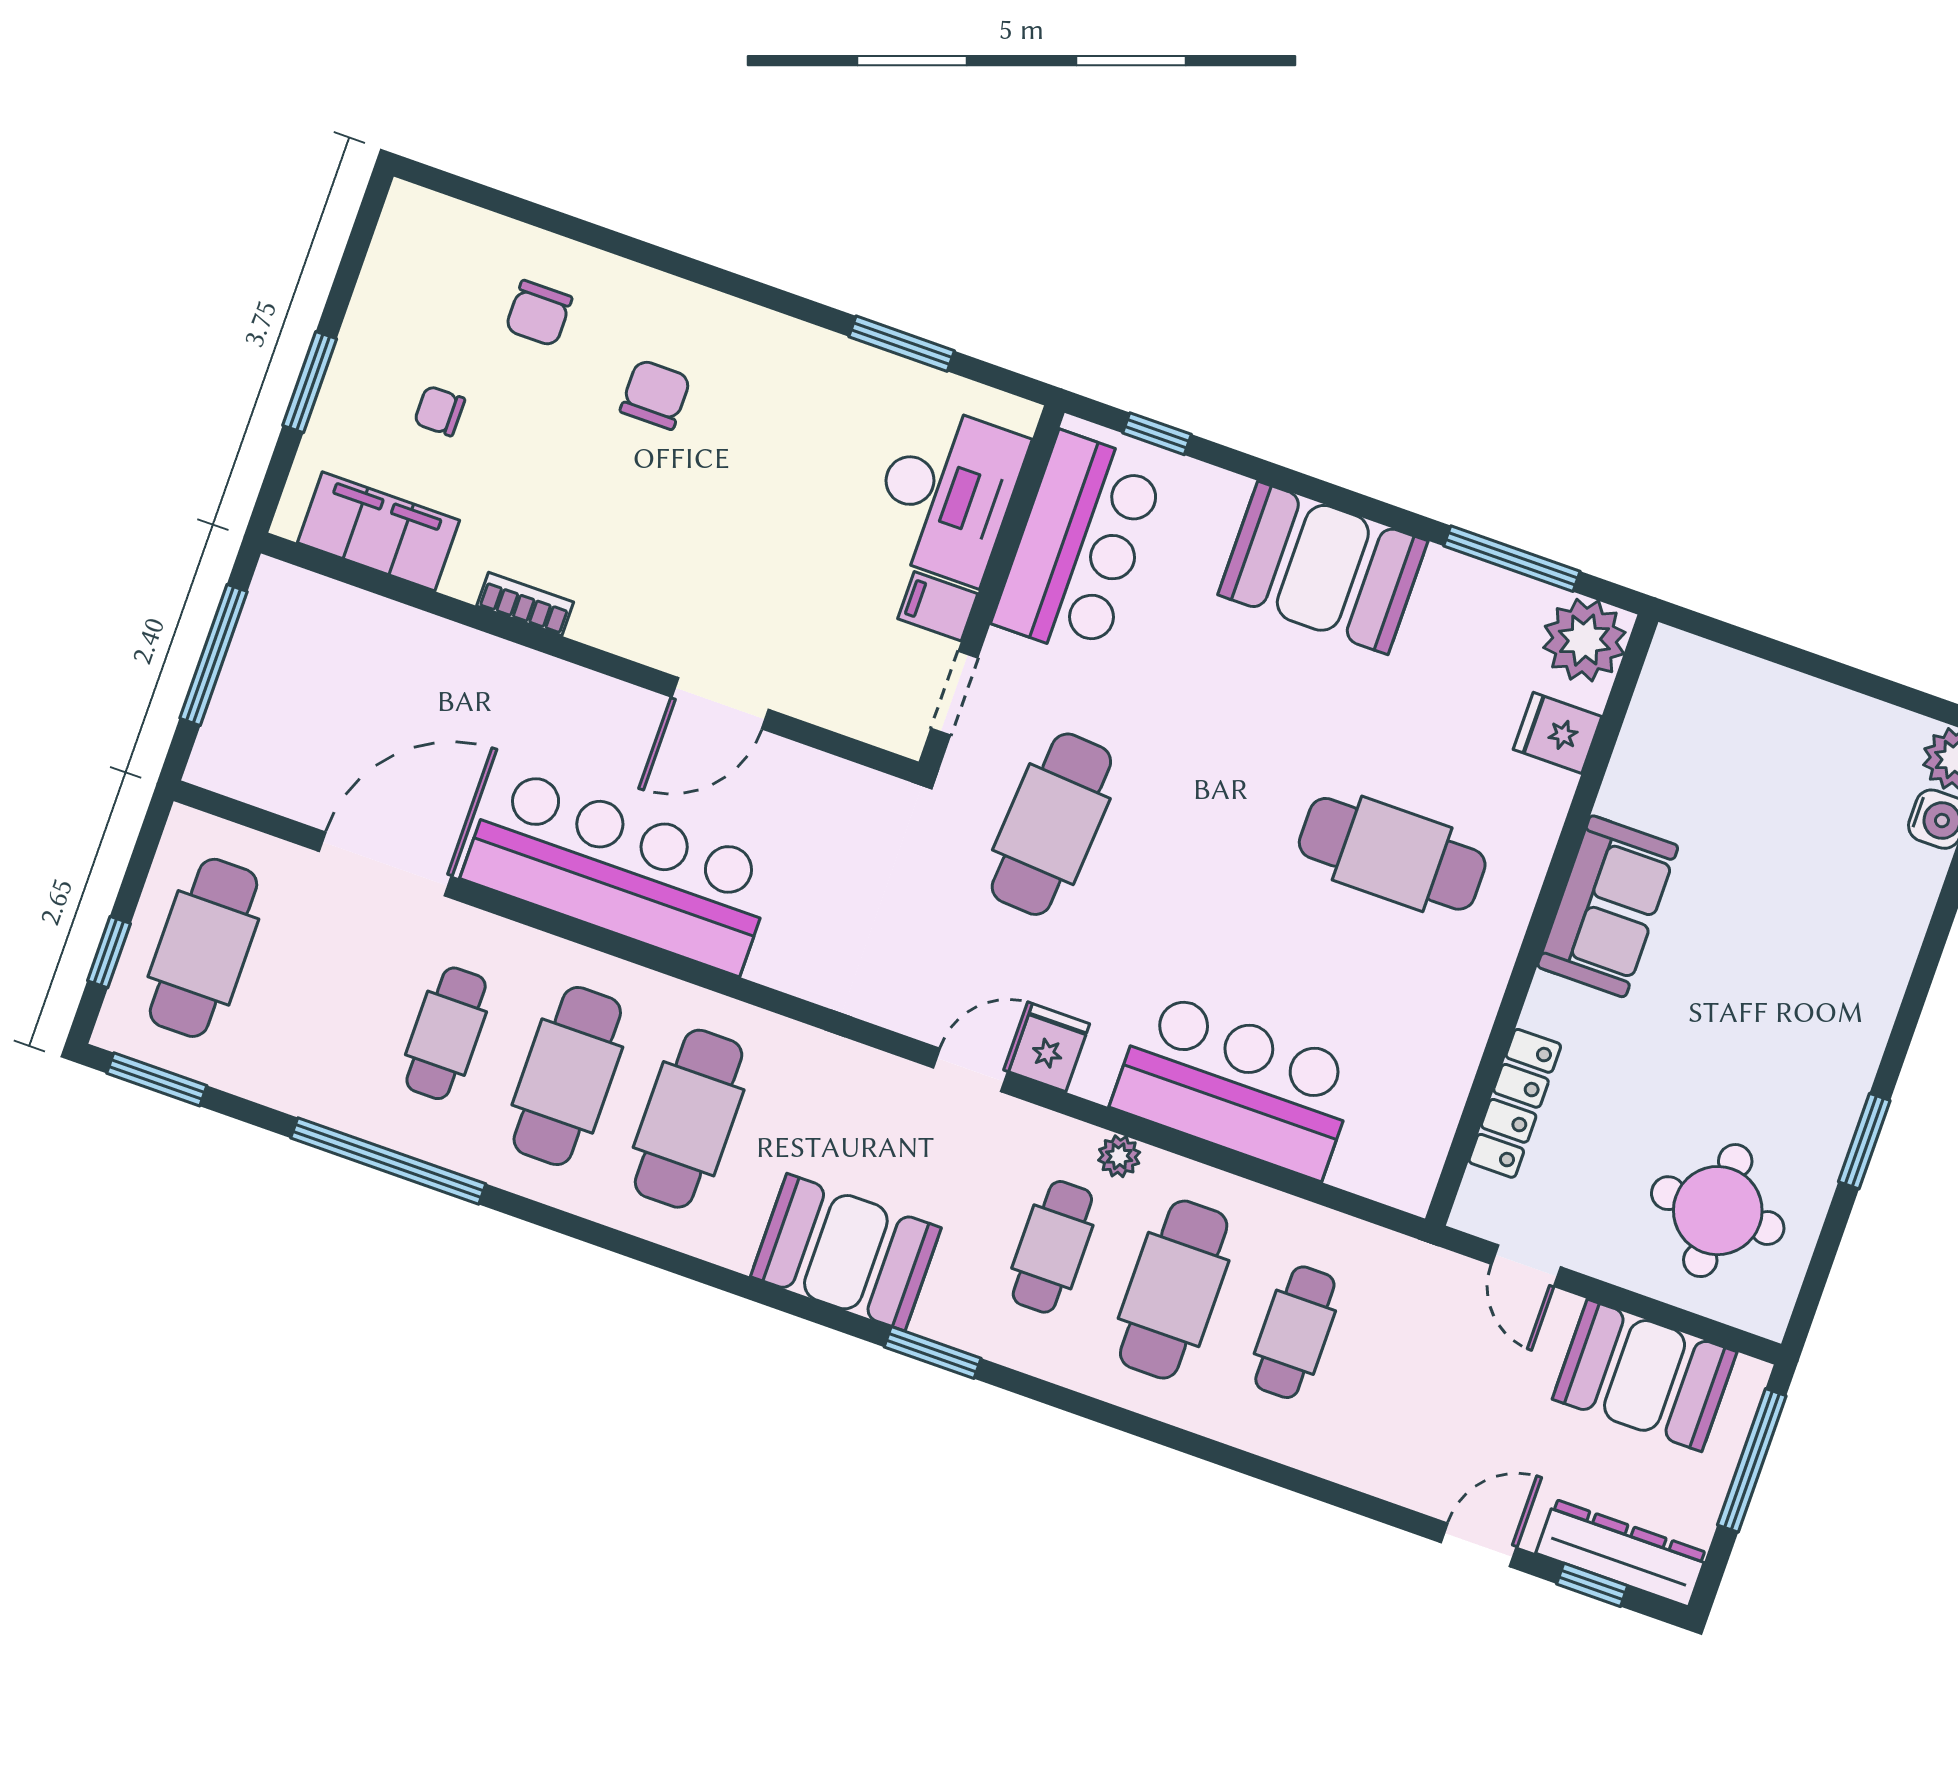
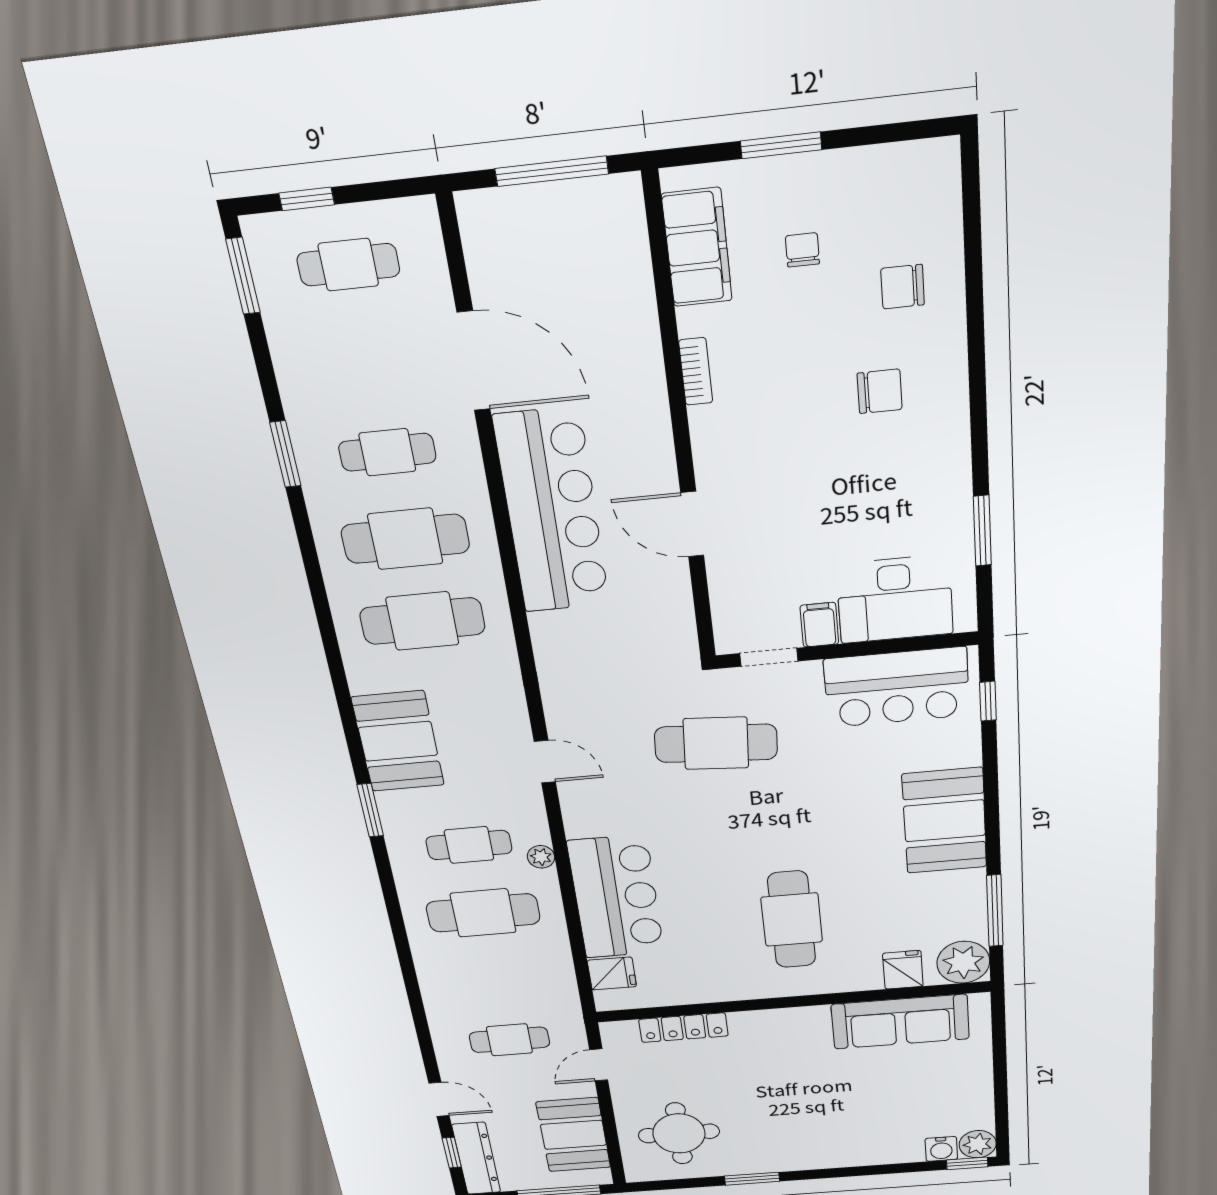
sofa: (1608, 906) -> (900, 1022), moved, width x1.36
cafe table: (203, 948) -> (348, 265), width x0.73, depth x0.74
fridge: (1049, 1048) -> (612, 973), moved
window: (388, 1161) -> (285, 454), width x0.47
cafe table: (1295, 1332) -> (509, 1040), moved

